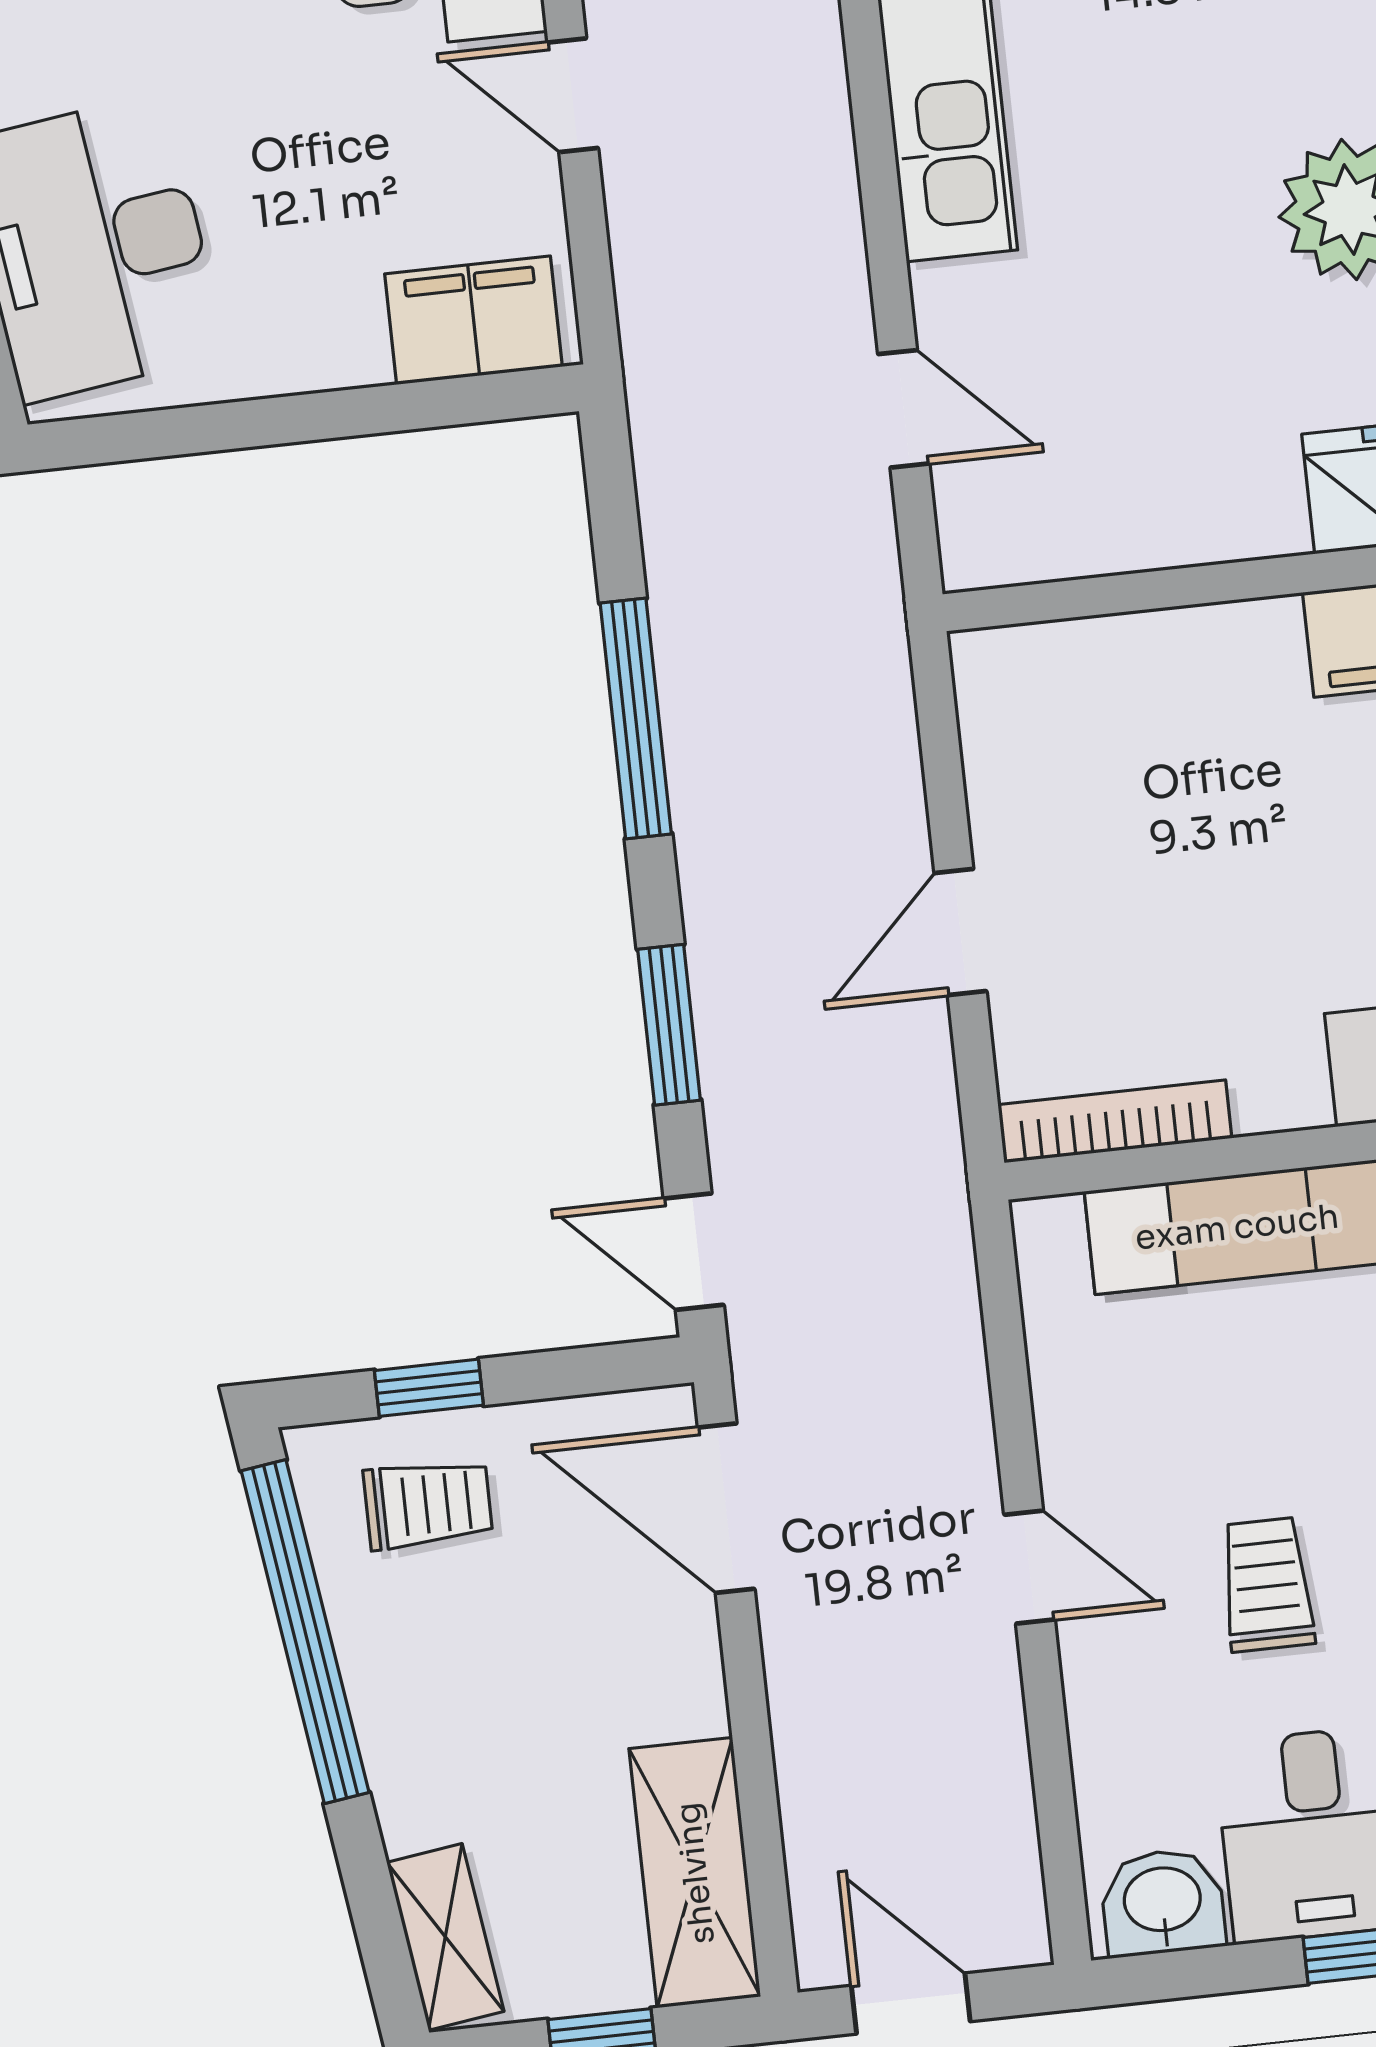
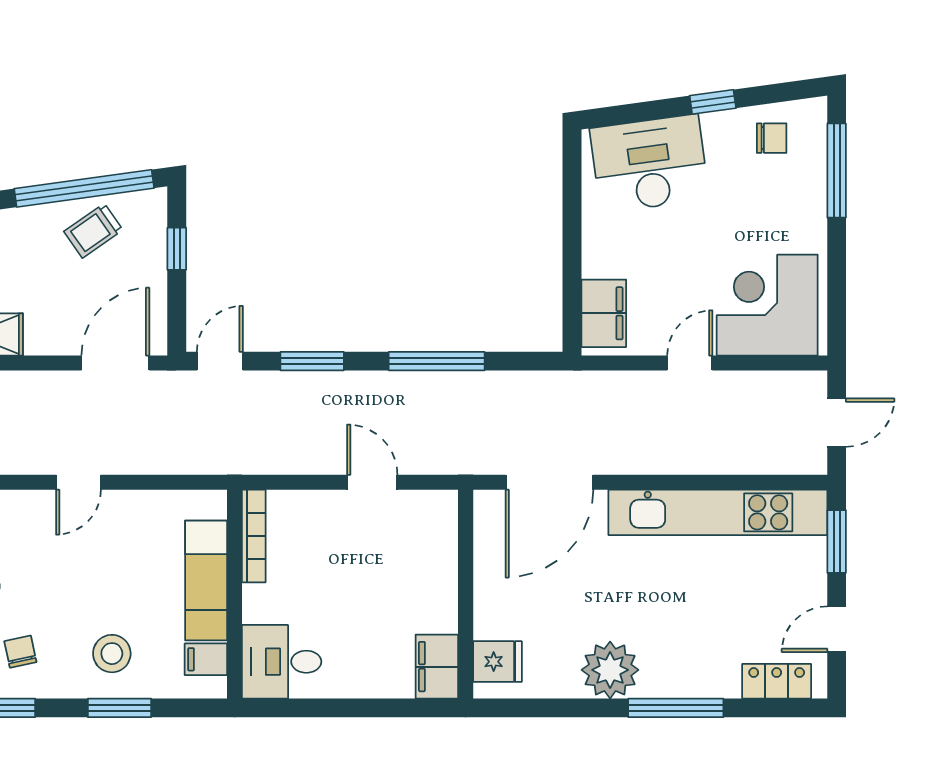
door: (904, 409) -> (549, 482), width x1.88
door: (961, 932) -> (372, 482), moved
trolley: (428, 1504) -> (93, 231), moved, turned 55
trolley: (1267, 1585) -> (61, 577), removed

